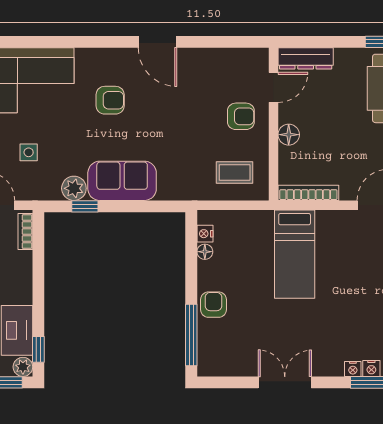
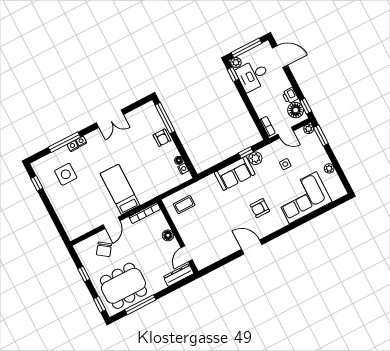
armchair: (241, 116) -> (195, 232), removed
bed: (295, 254) -> (120, 189), moved

